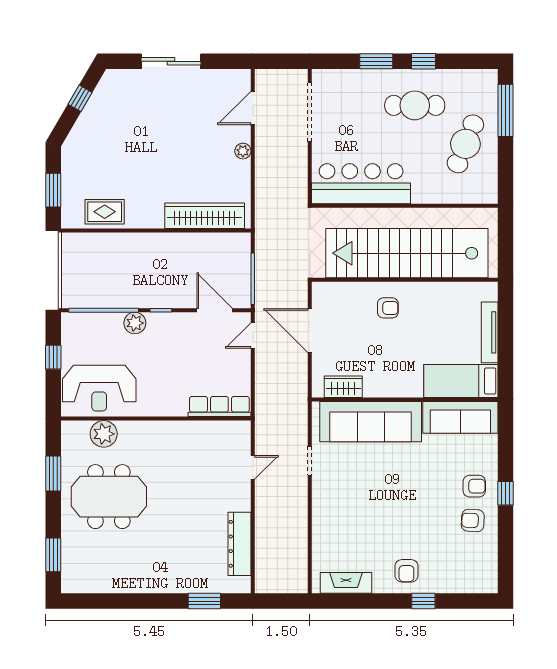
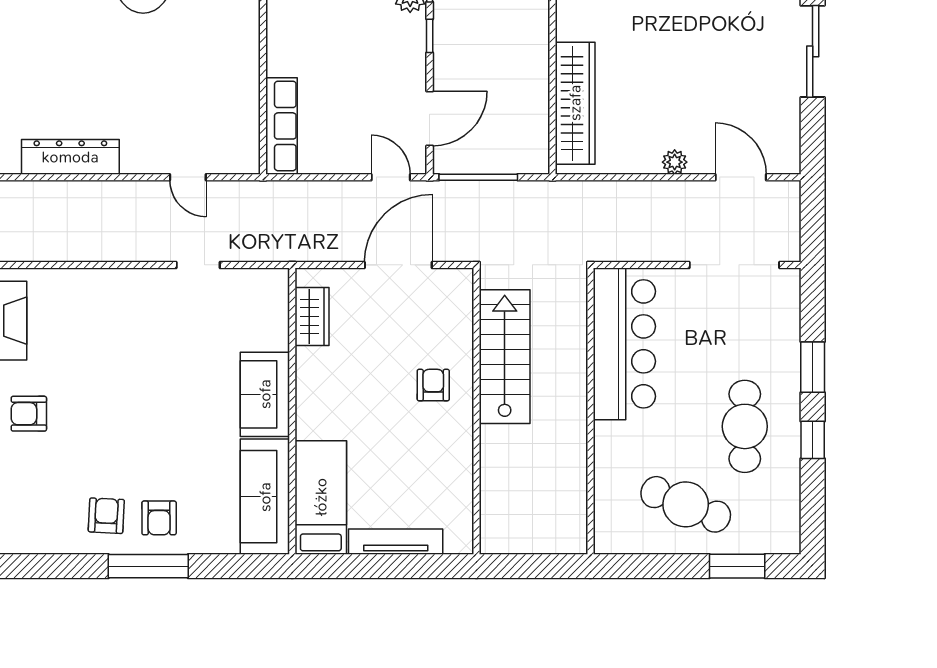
window: (506, 110) -> (737, 566), width x0.69
stairs: (407, 253) -> (505, 357), width x0.54, depth x0.66
armchair: (388, 308) -> (433, 385), turned 180
sofa: (371, 422) -> (265, 394), width x0.54, depth x0.79
window: (506, 493) -> (148, 566), width x2.17

